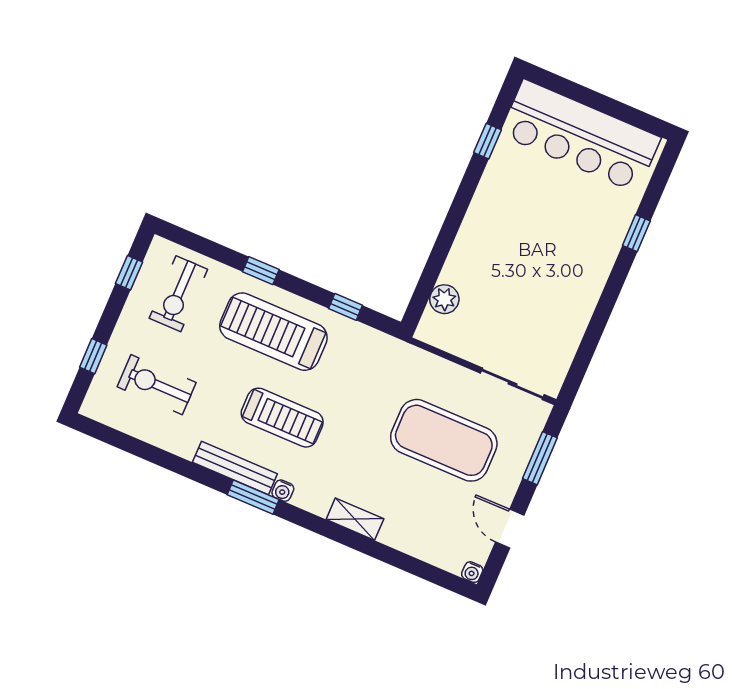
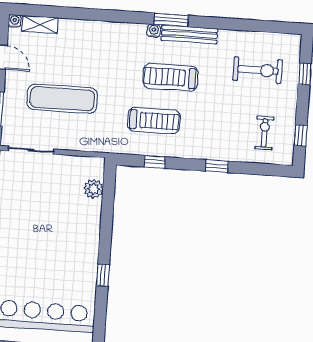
window: (487, 141) -> (103, 275), moved
exercise bike: (178, 294) -> (264, 133), width x0.73, depth x0.72
treadmill: (273, 332) -> (154, 121), moved, width x0.73, depth x0.73
exercise mat: (444, 440) -> (62, 99), width x0.68
shelving: (355, 519) -> (40, 24), moved

